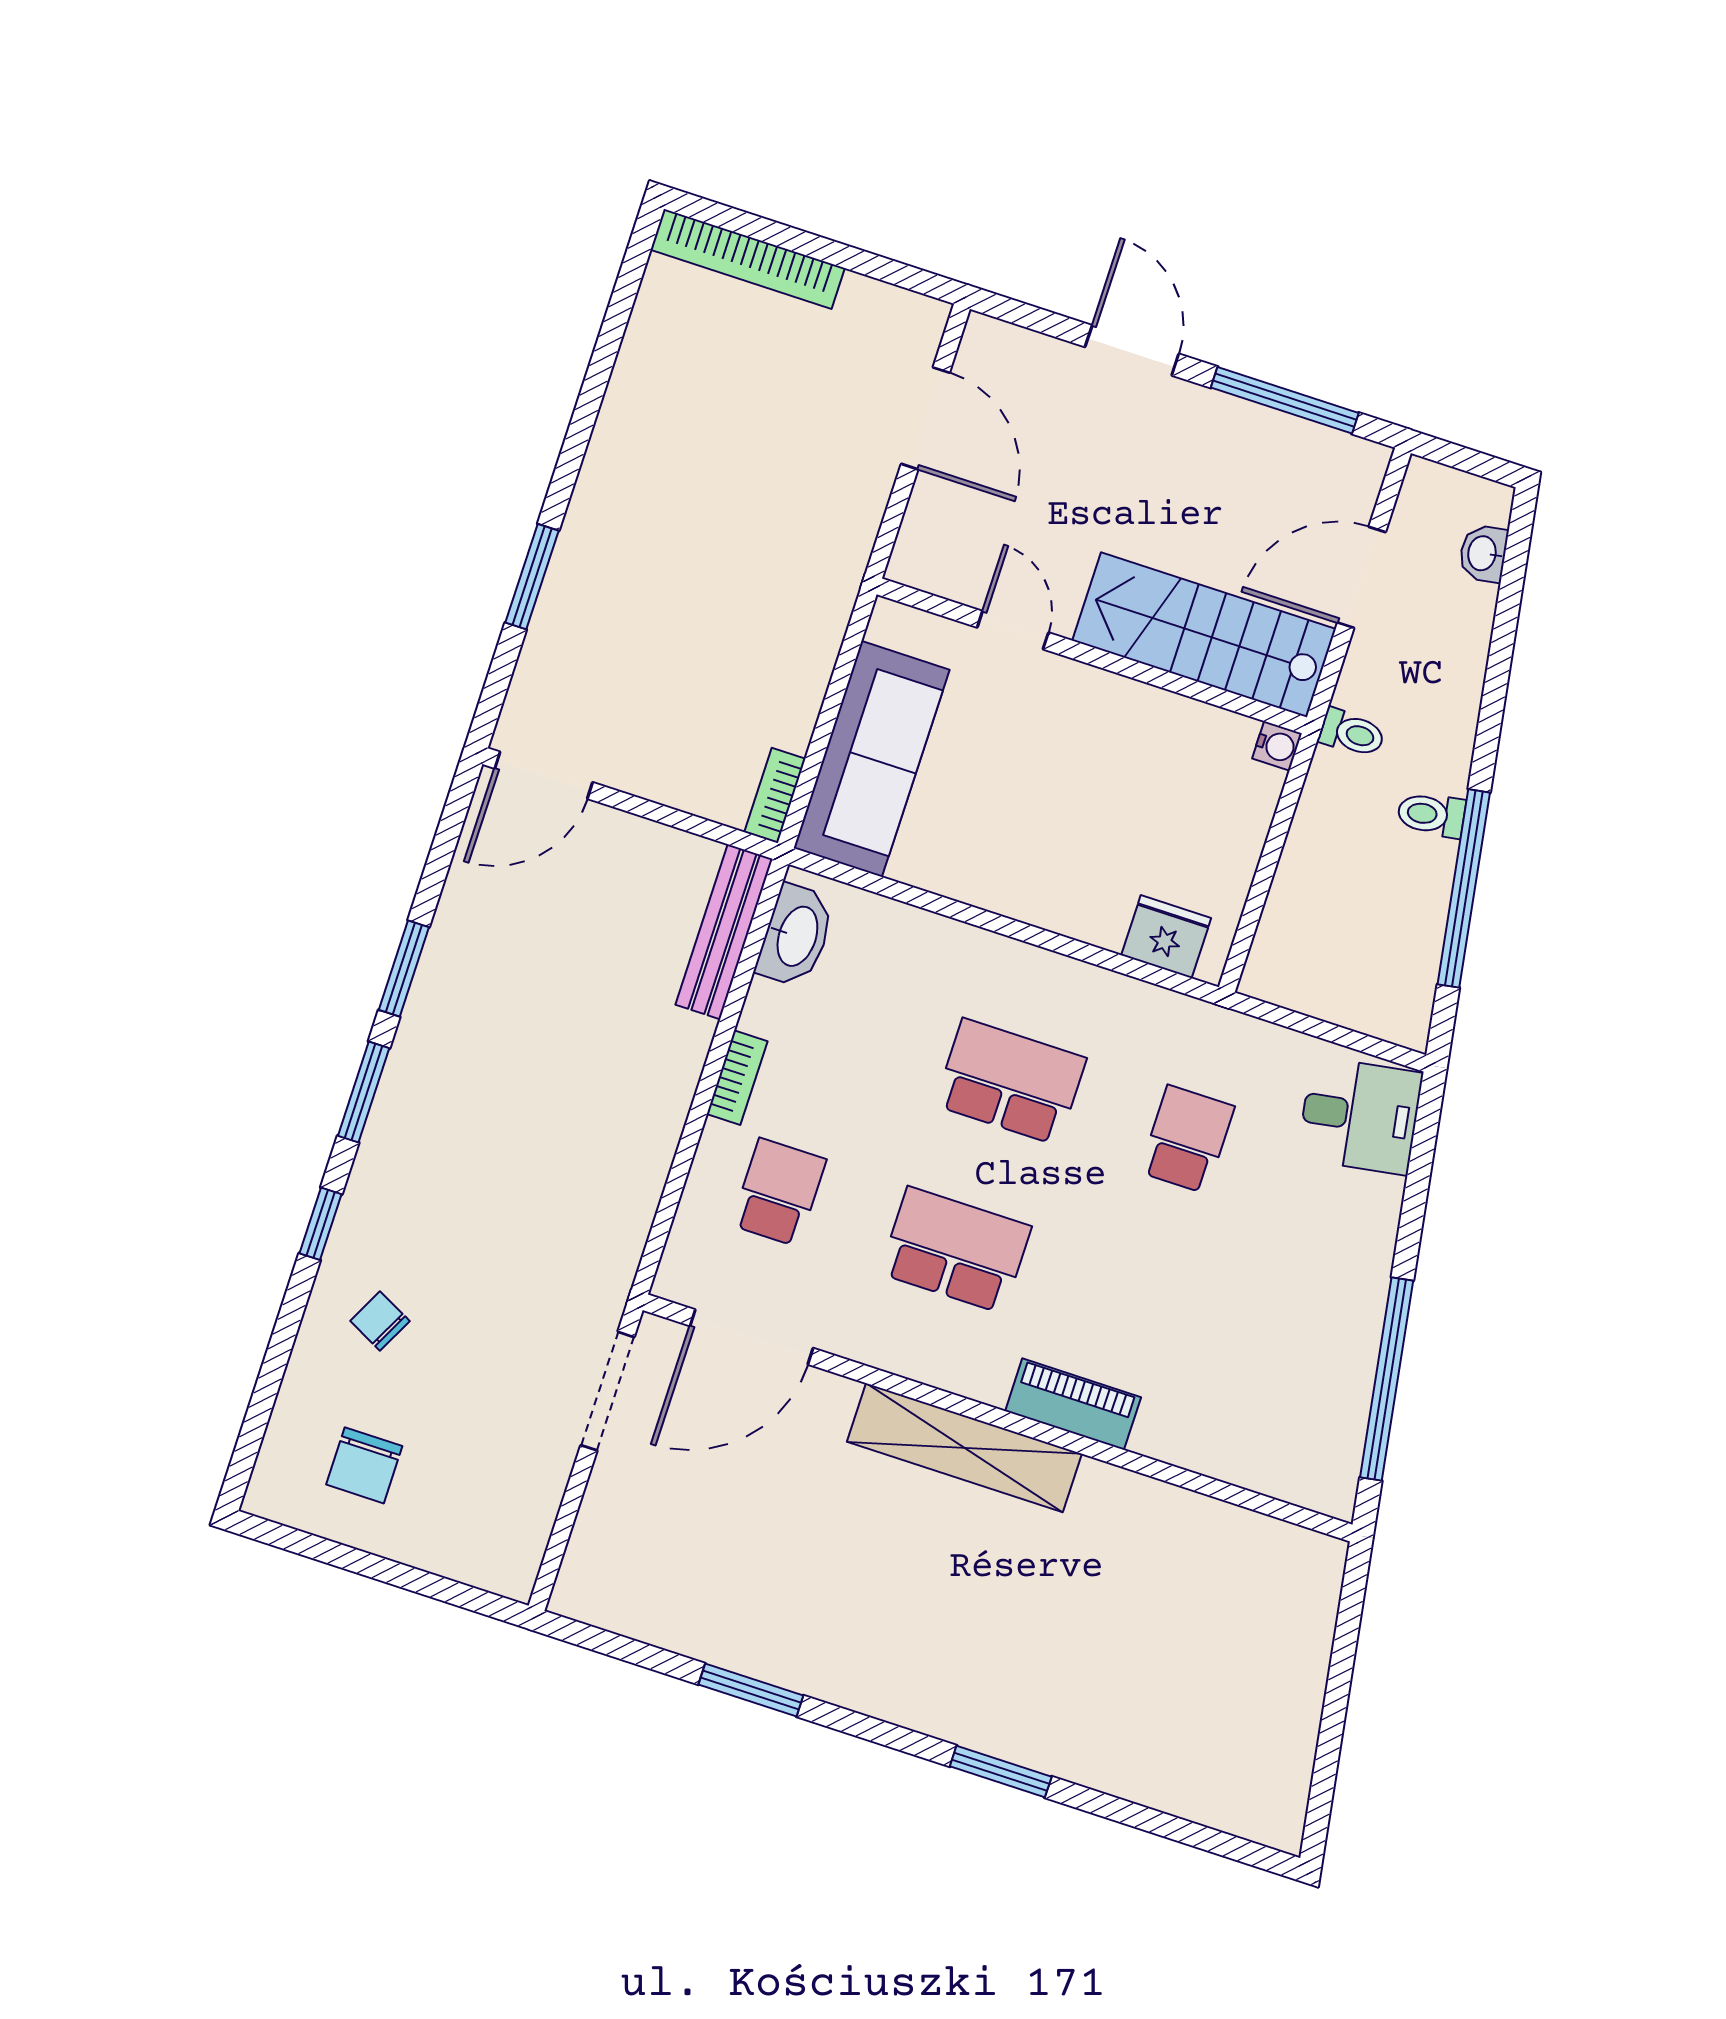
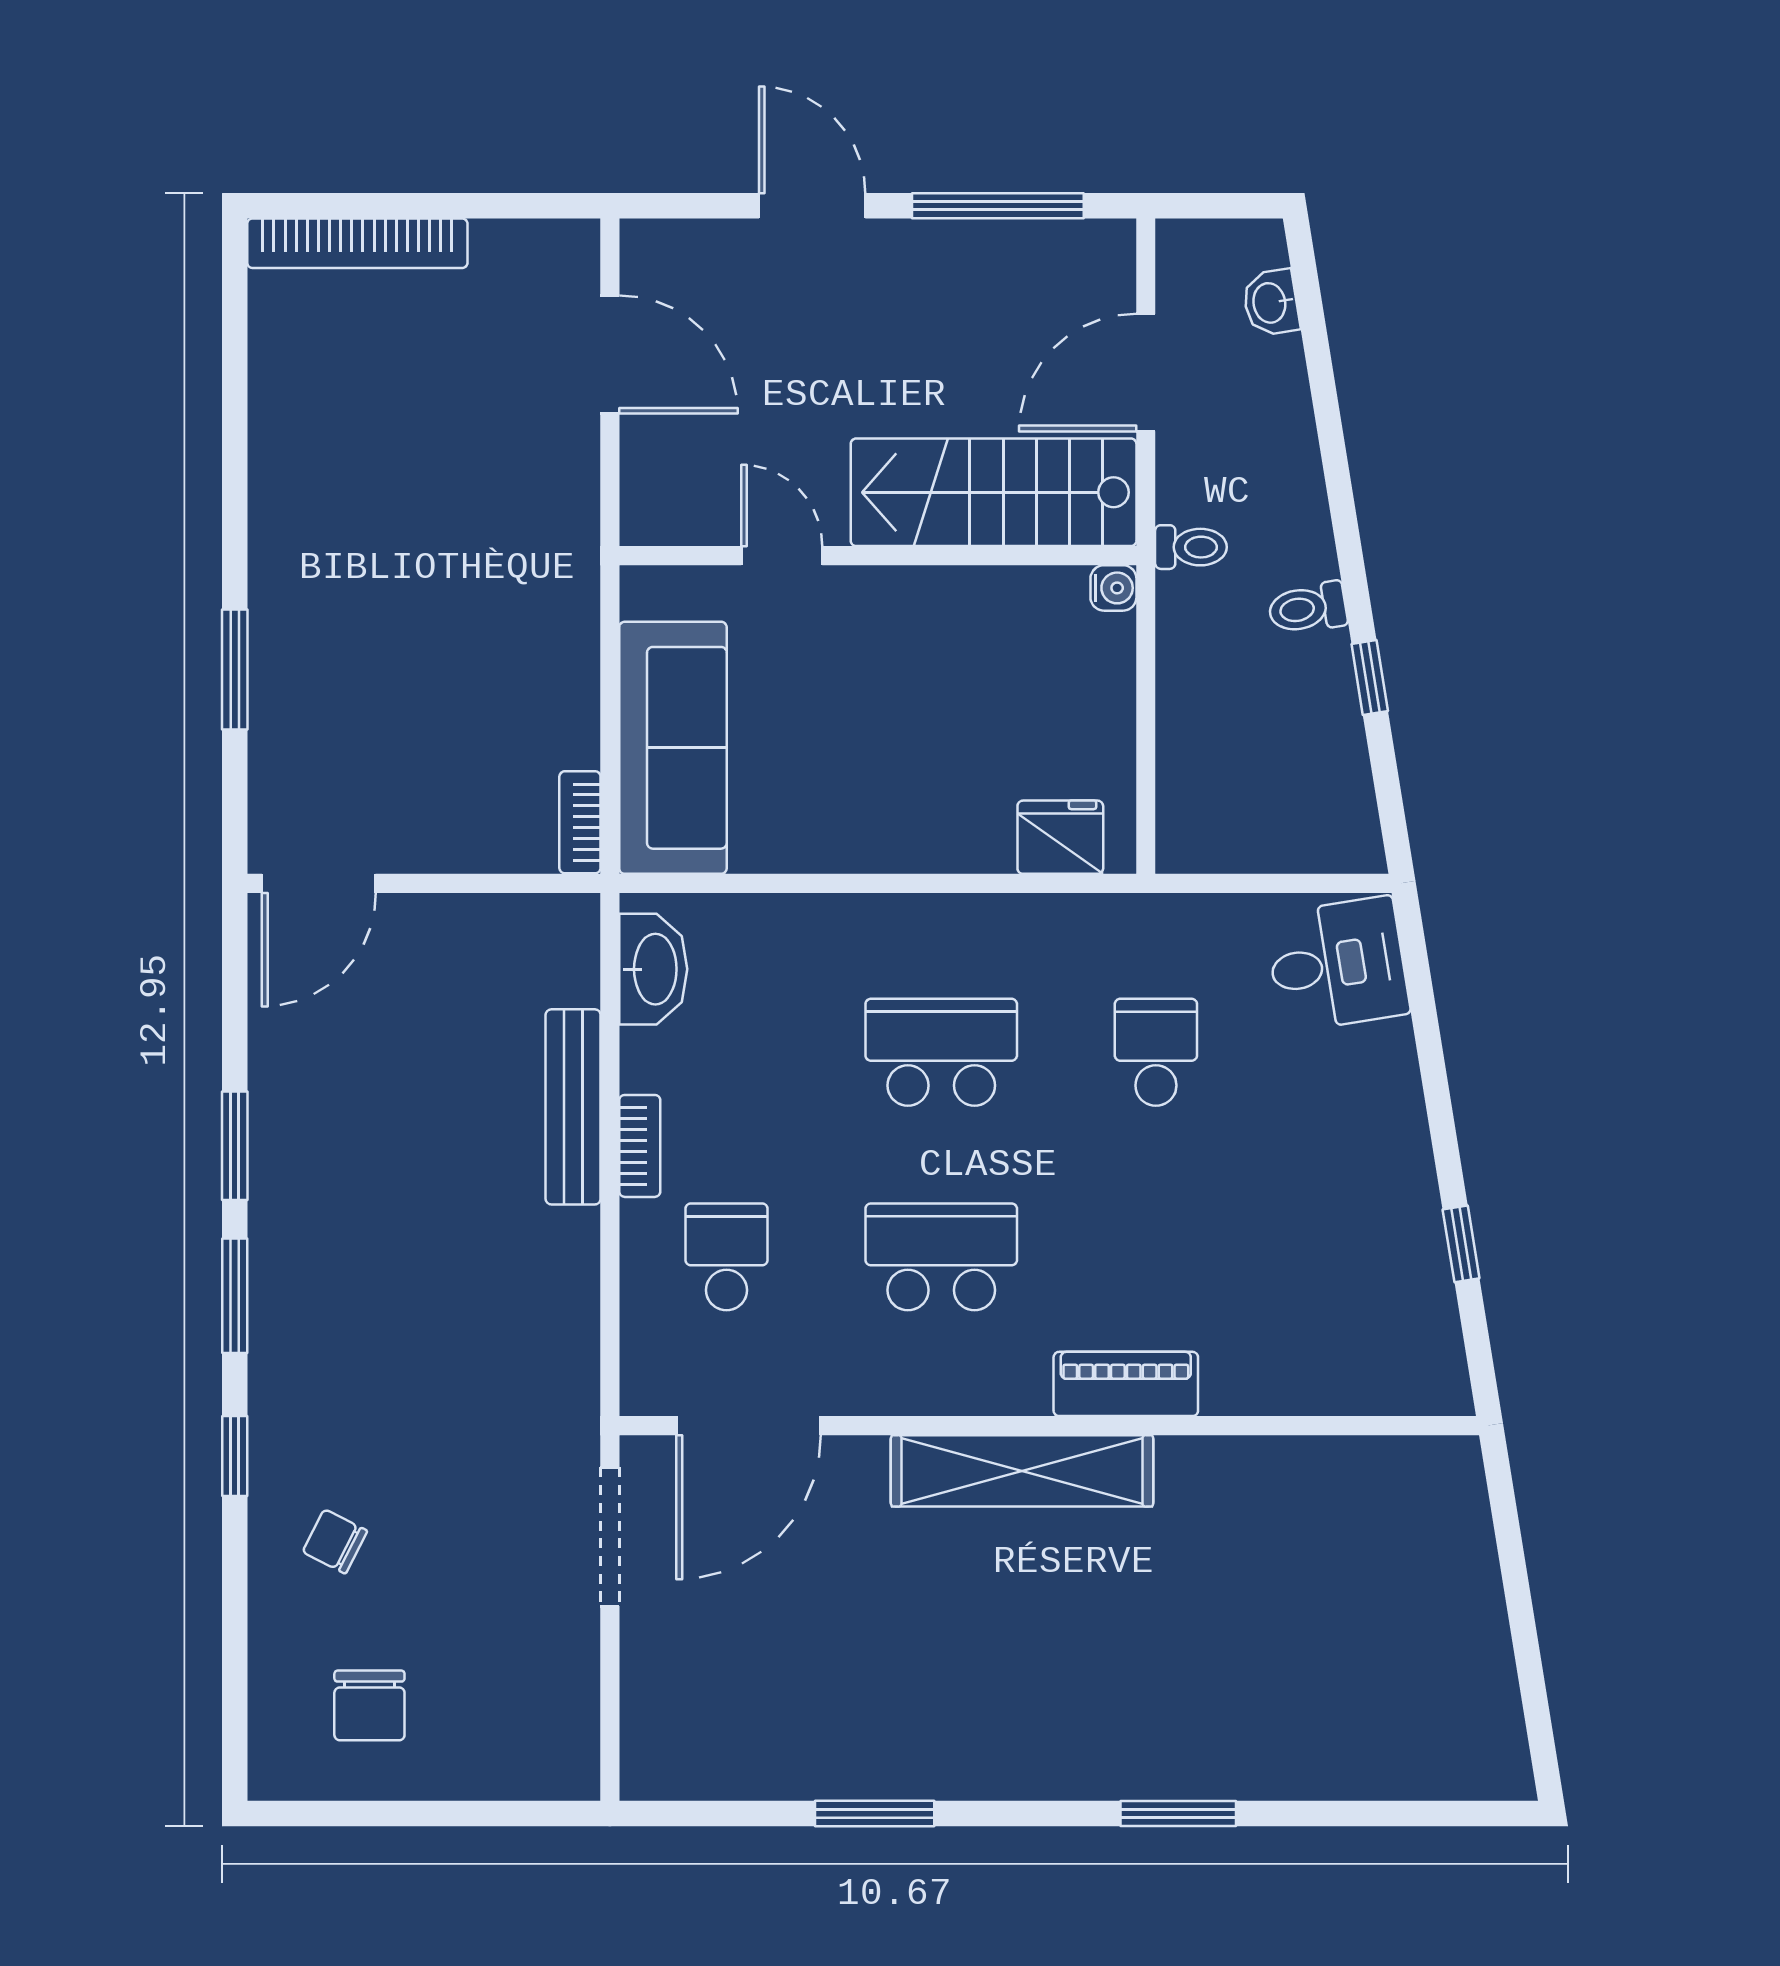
window: (1464, 888) -> (1370, 677), width x0.32
bench: (724, 932) -> (573, 1107), moved
window: (1387, 1379) -> (1461, 1244), width x0.32

